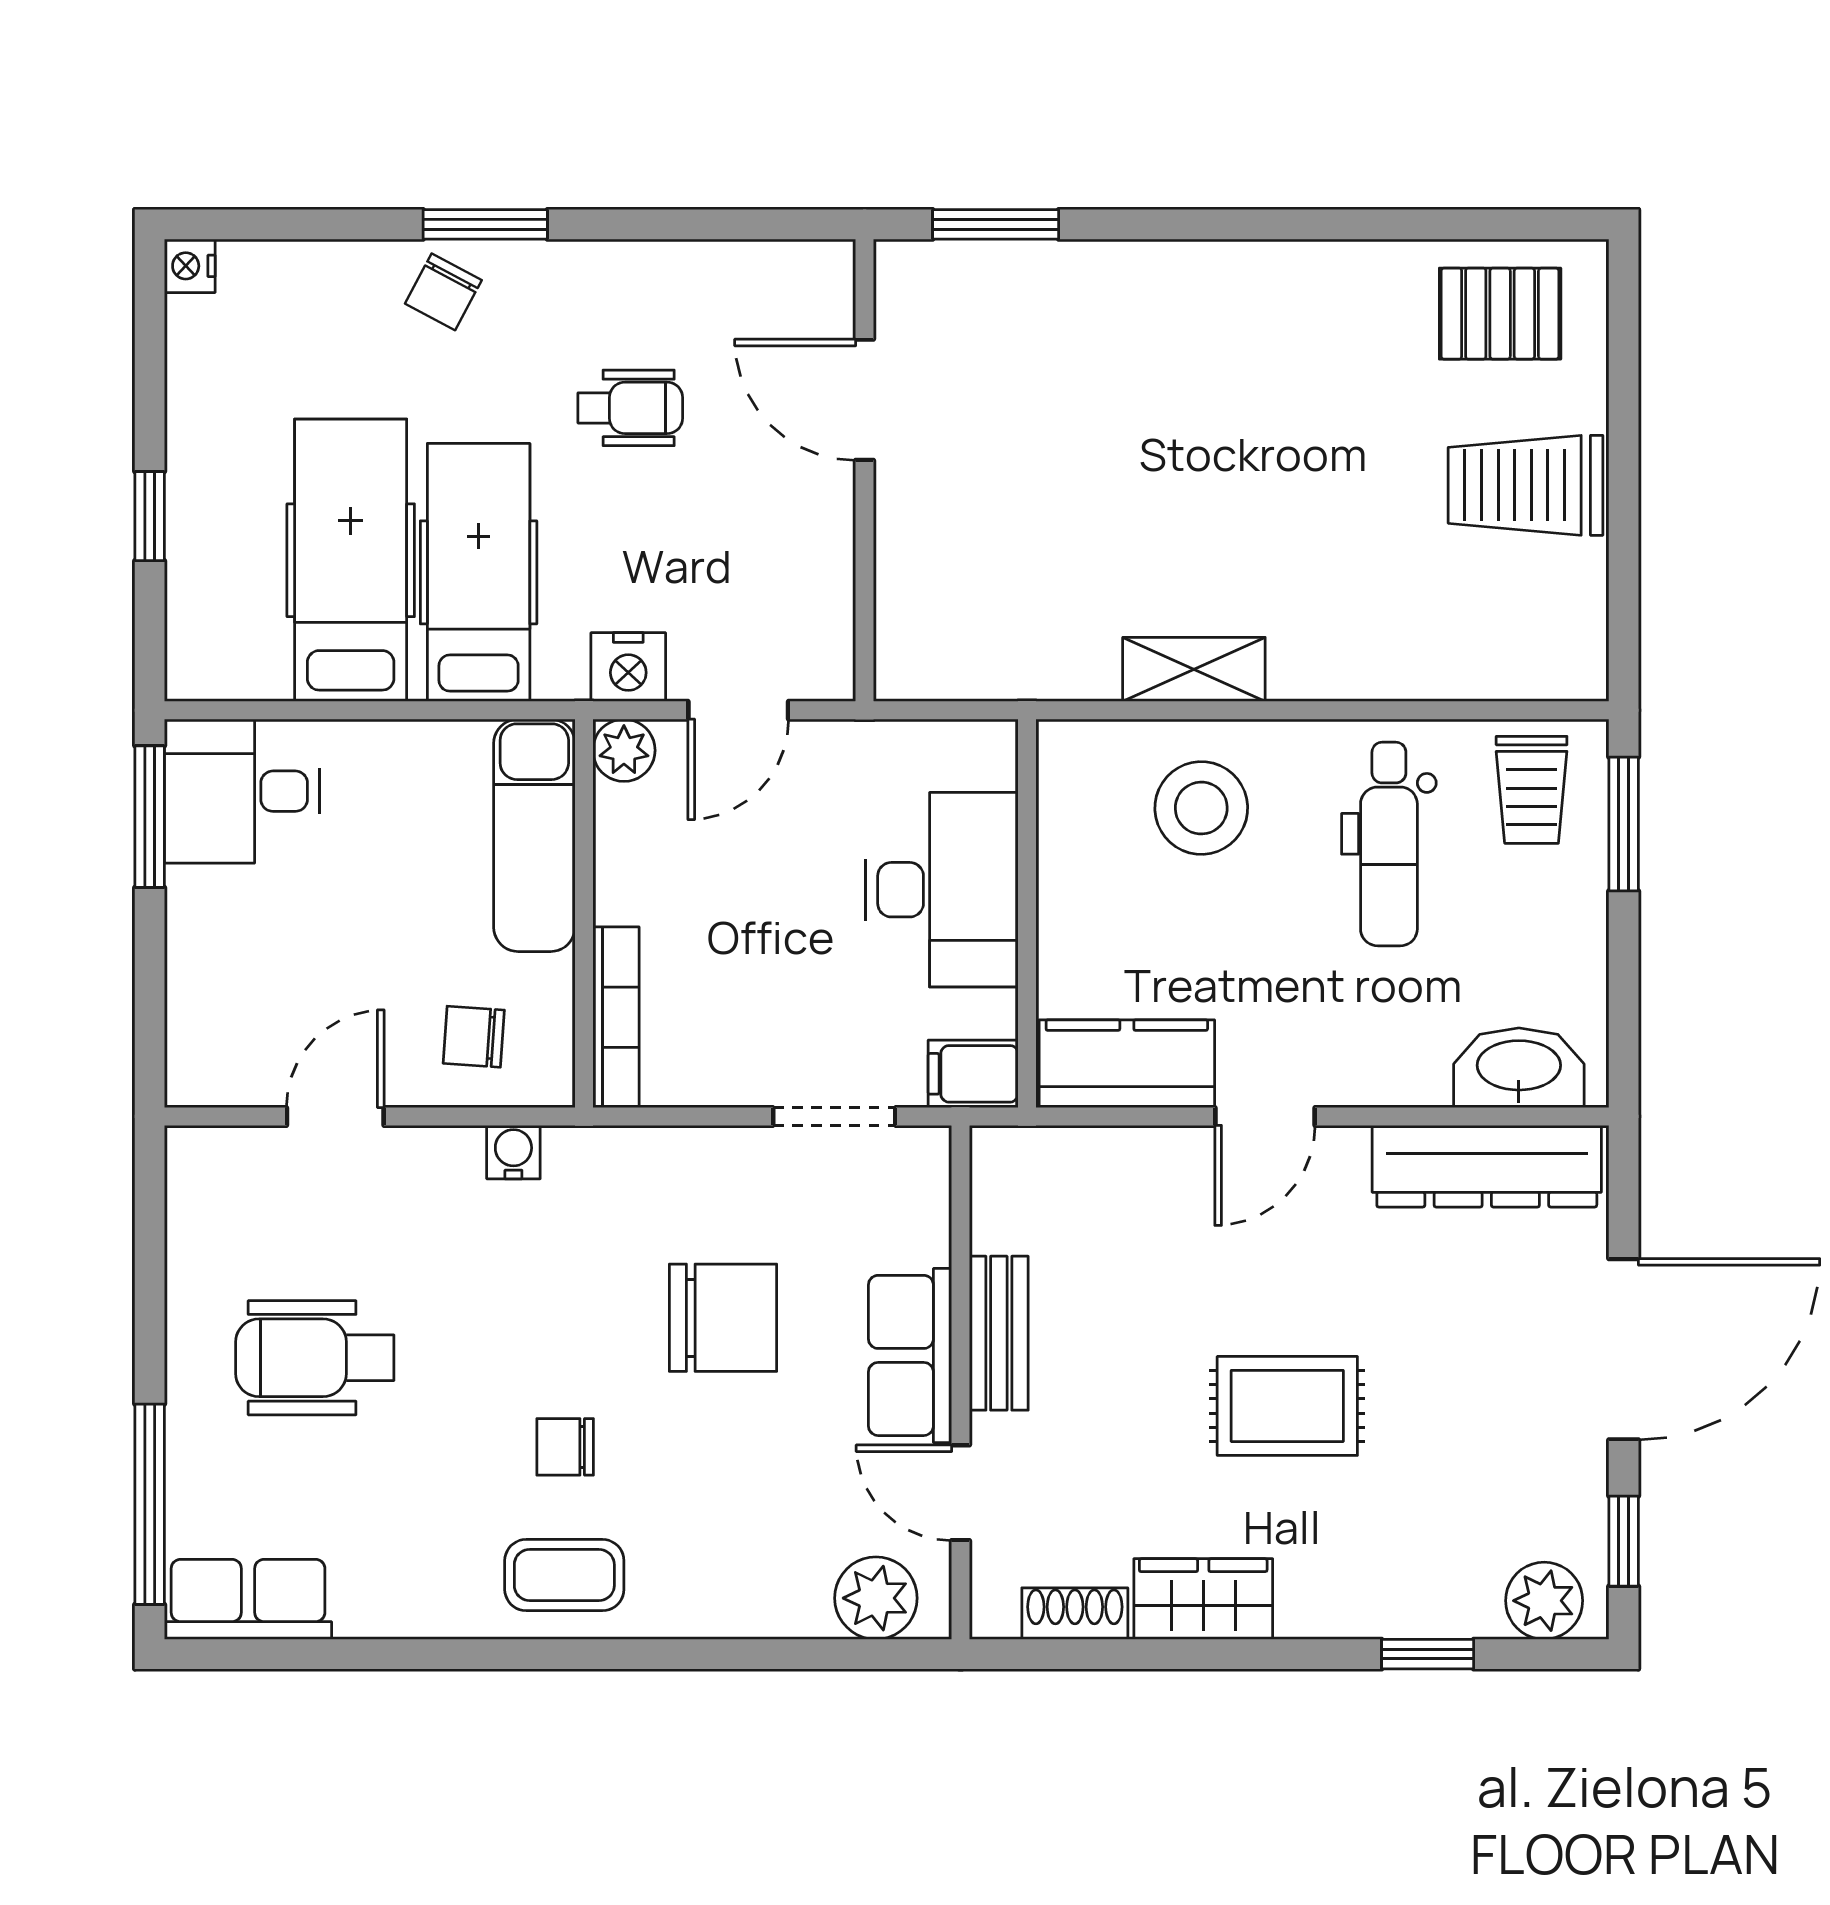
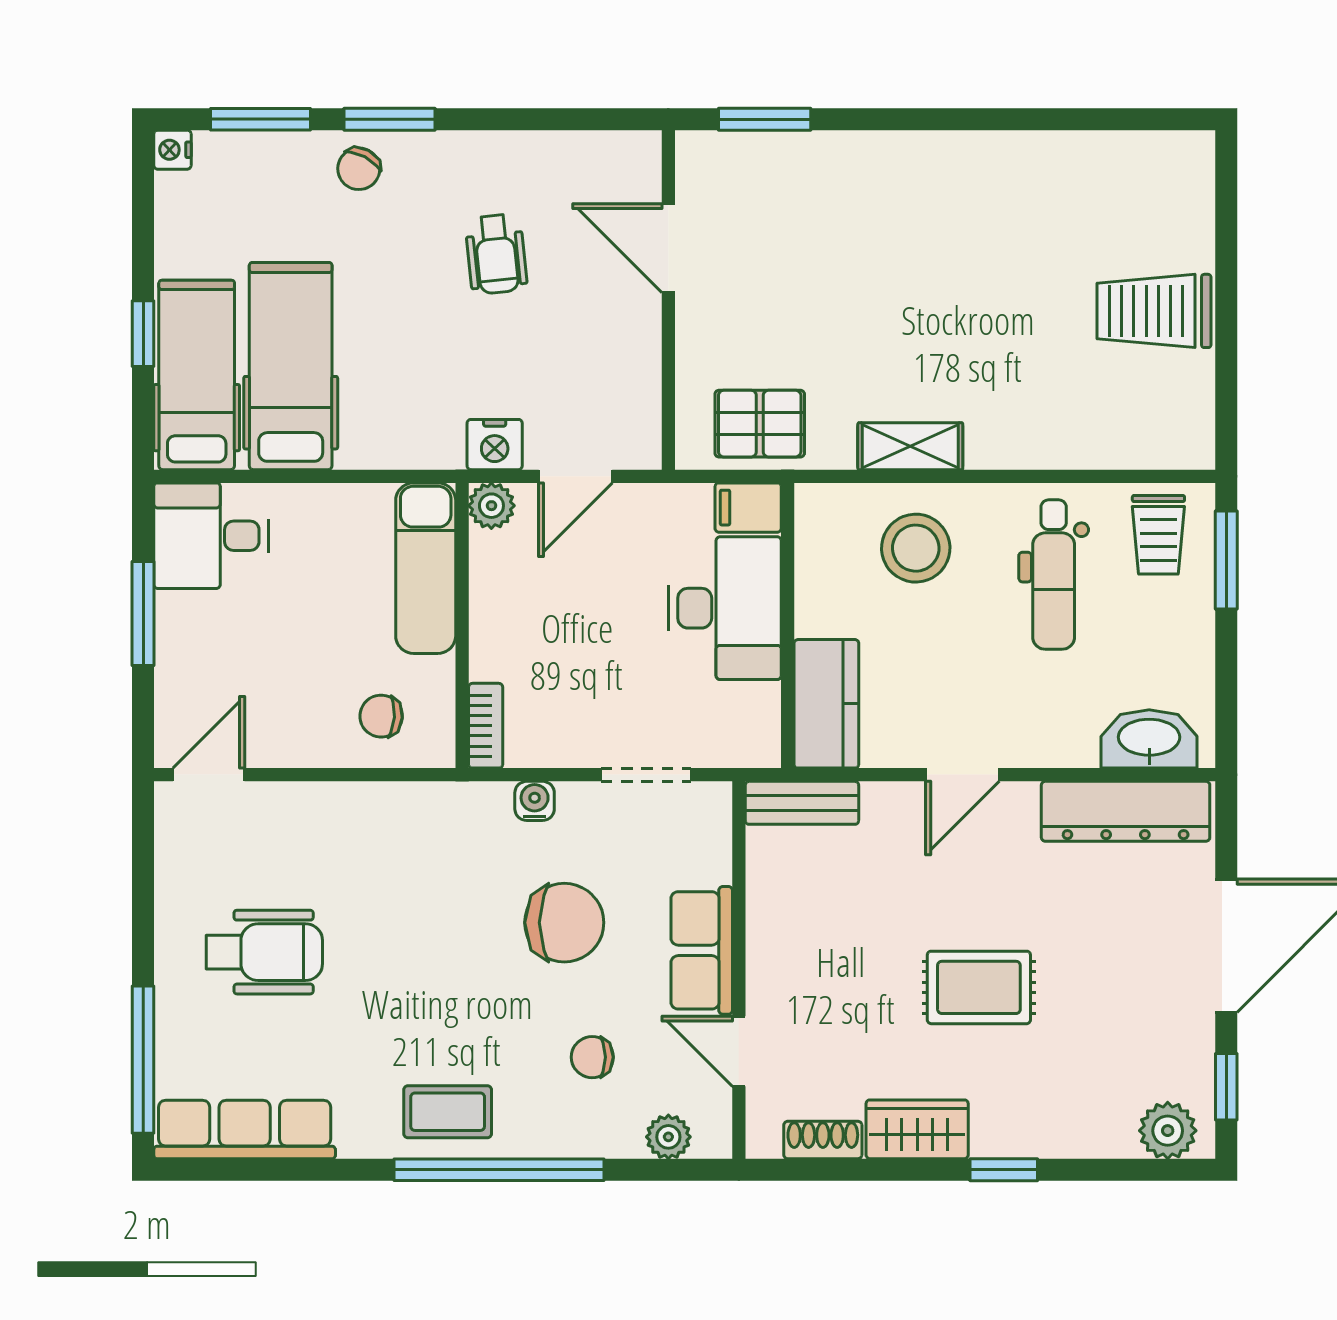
window: (310, 224) -> (261, 119), added
pallet: (1500, 314) -> (760, 424), moved
wheelchair: (630, 408) -> (496, 254), turned 84
hospital bed: (479, 572) -> (197, 375), moved
window: (150, 817) -> (143, 613), moved
bookcase: (616, 1017) -> (486, 726), width x0.64
kitchen counter: (1127, 1064) -> (826, 704), moved, turned 90
filing cabinet: (973, 1074) -> (748, 508), moved
door: (335, 1116) -> (209, 775), moved
water cooler: (513, 1152) -> (535, 801), moved
bench: (999, 1333) -> (802, 803), moved, turned 90
wheelchair: (315, 1358) -> (264, 952), turned 180
chair: (565, 1447) -> (592, 1057), moved
plant: (876, 1598) -> (668, 1137), width x0.73, depth x0.73
row of seats: (248, 1599) -> (245, 1130), width x1.48
window: (634, 1654) -> (499, 1170), added
window: (1428, 1654) -> (1004, 1170), moved

